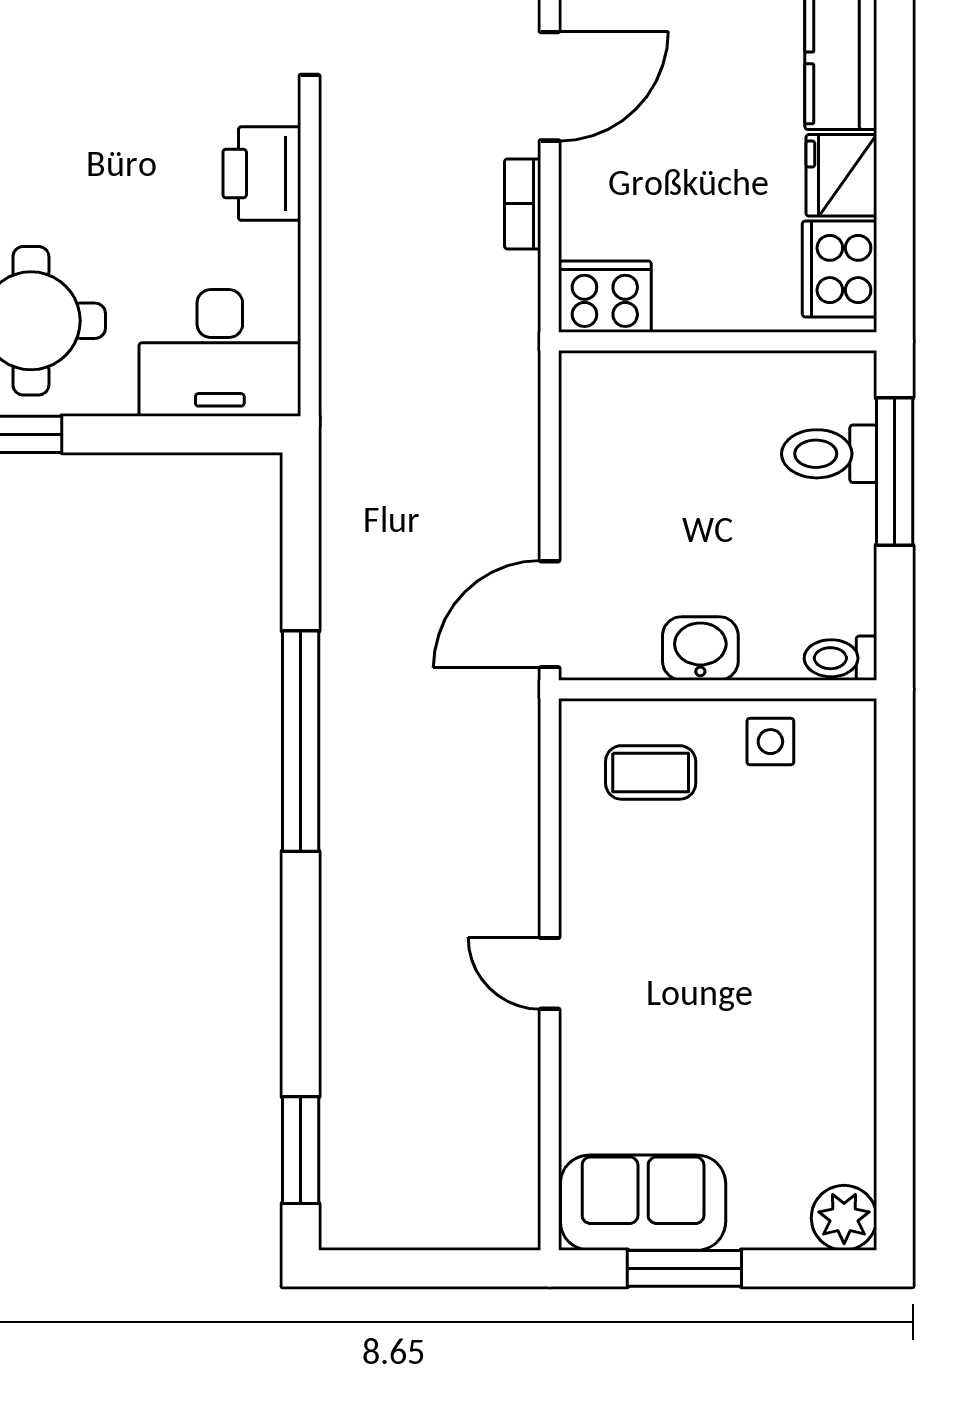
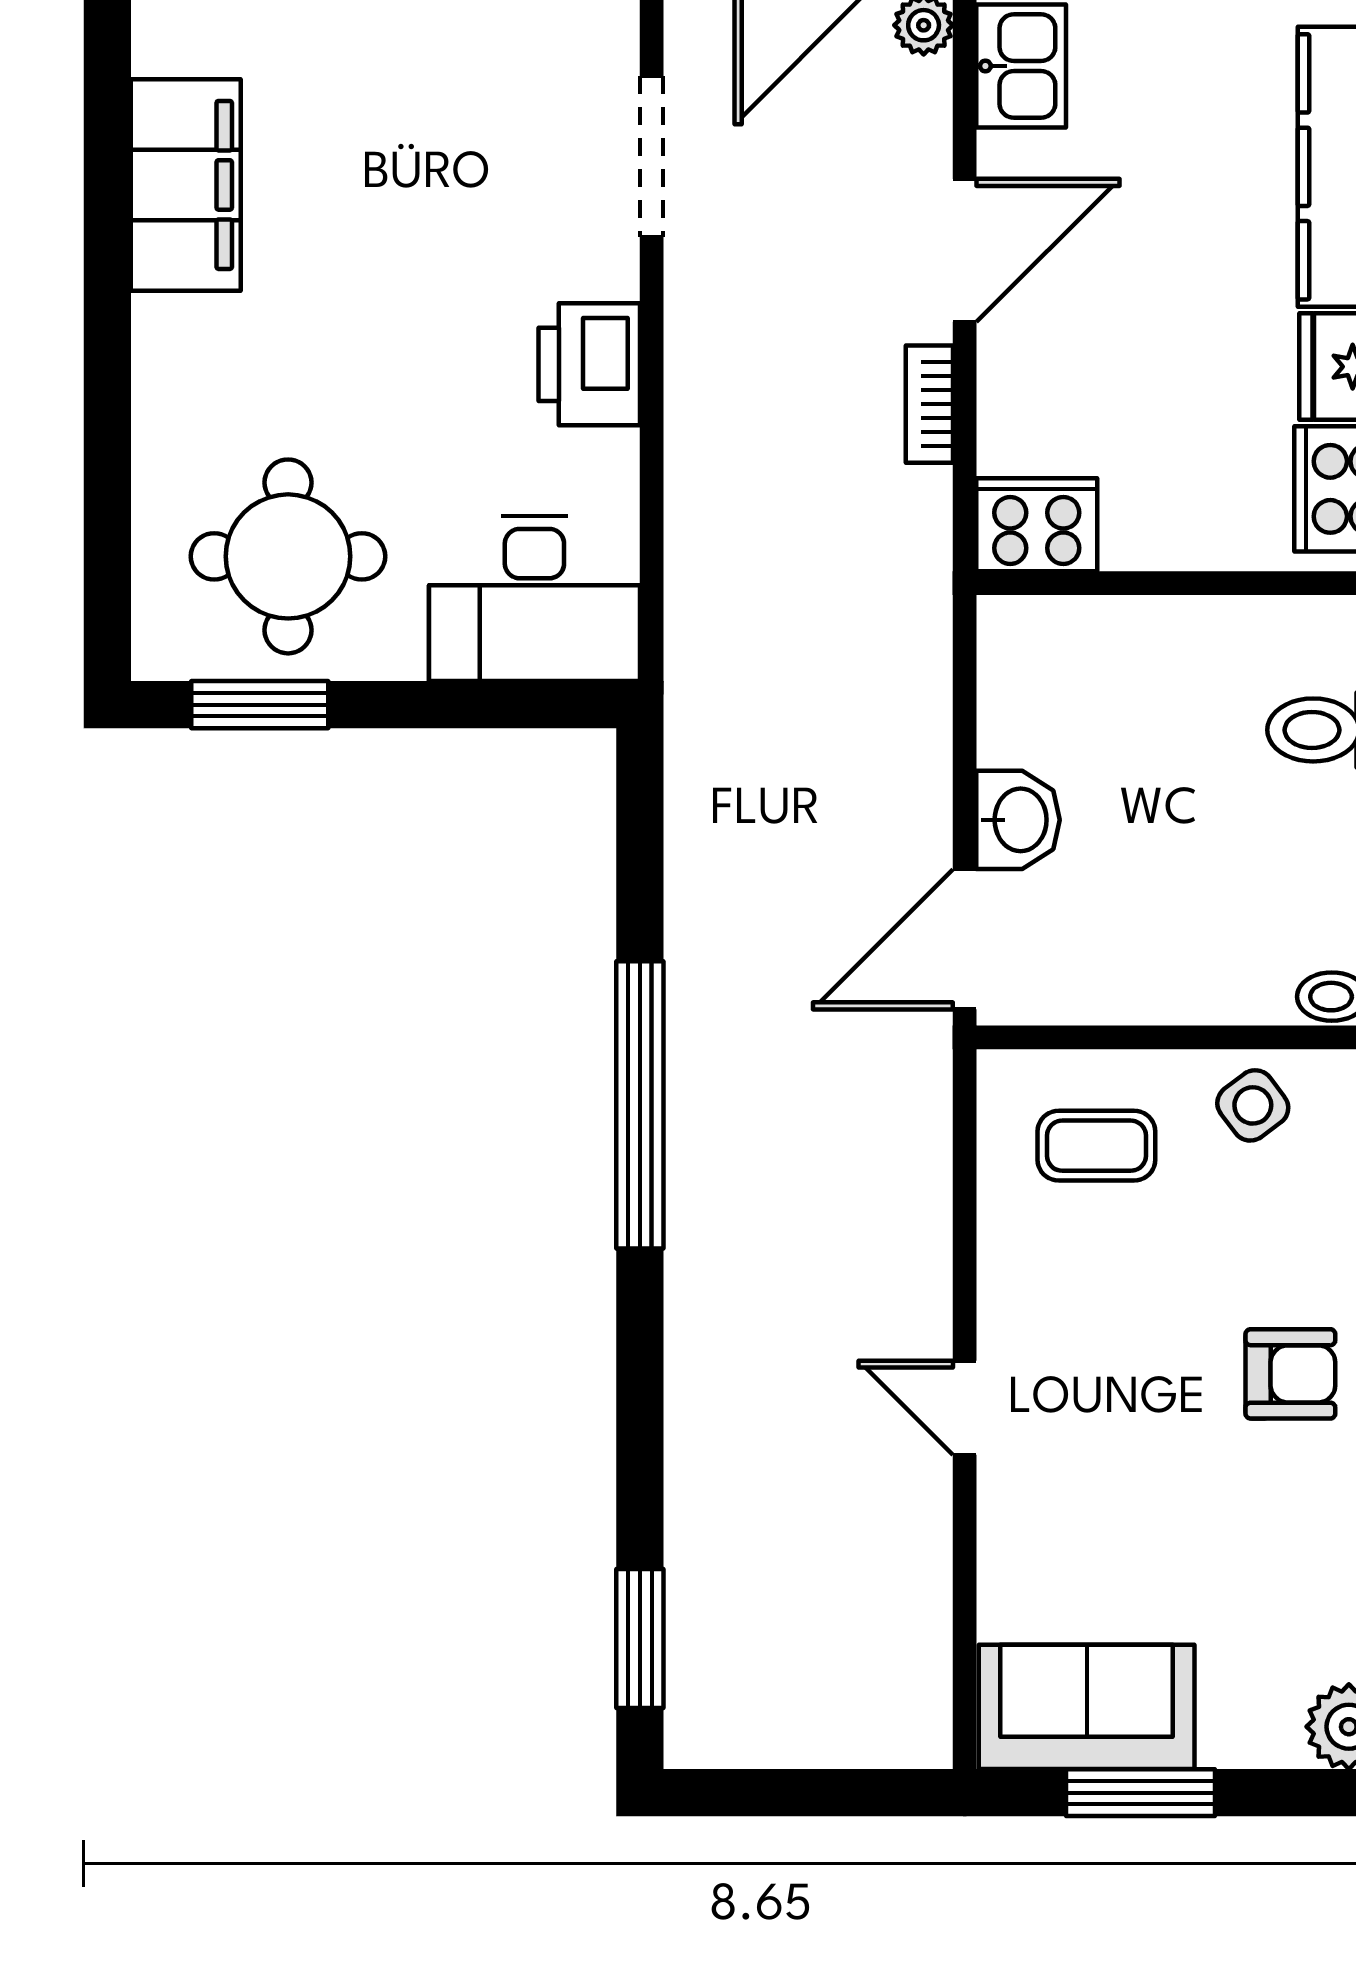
washbasin: (700, 648) -> (1018, 820), moved, turned 90
side table: (770, 742) -> (1253, 1105), turned -37
armchair: (799, 947) -> (1290, 1374), added

